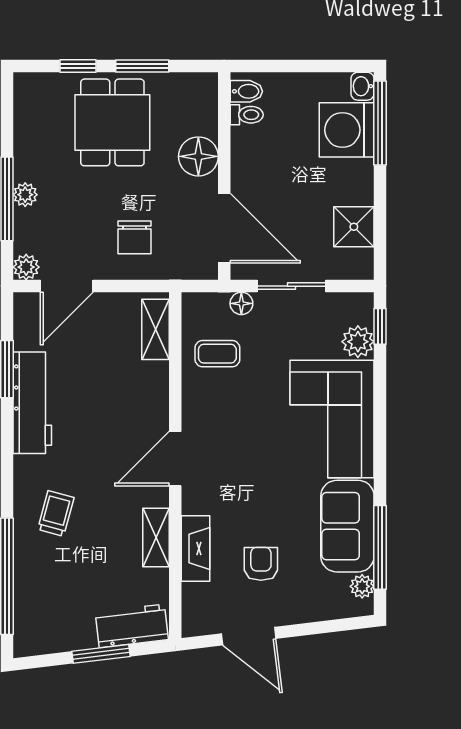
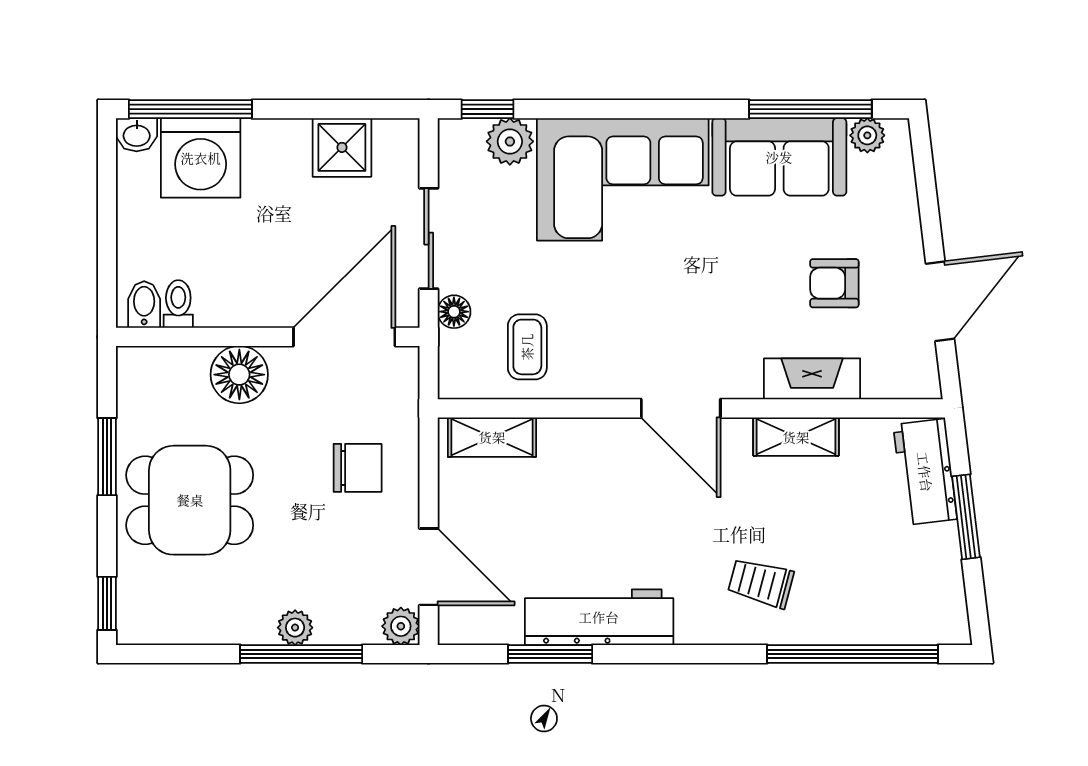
window: (78, 66) -> (107, 603), moved

